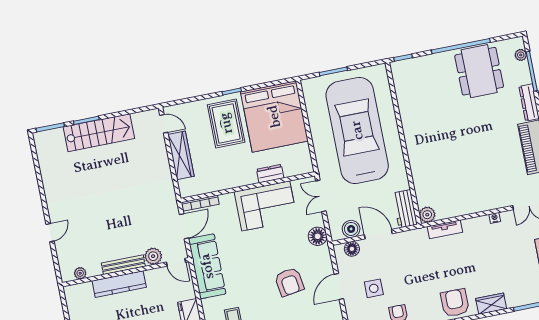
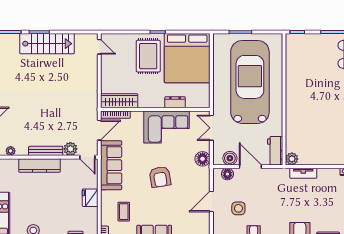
wardrobe: (181, 155) -> (119, 101), moved, turned -90
armchair: (289, 282) -> (160, 177), moved

